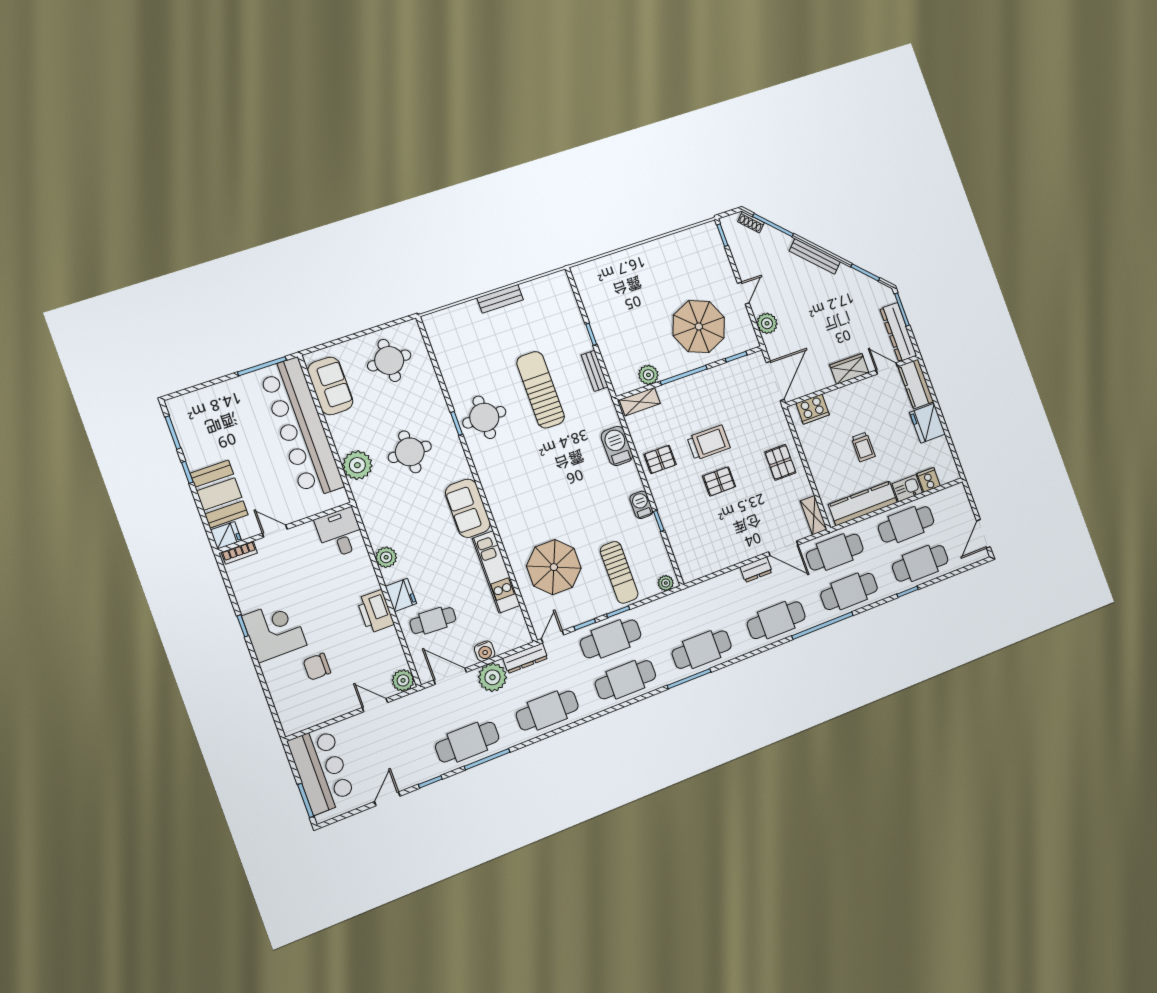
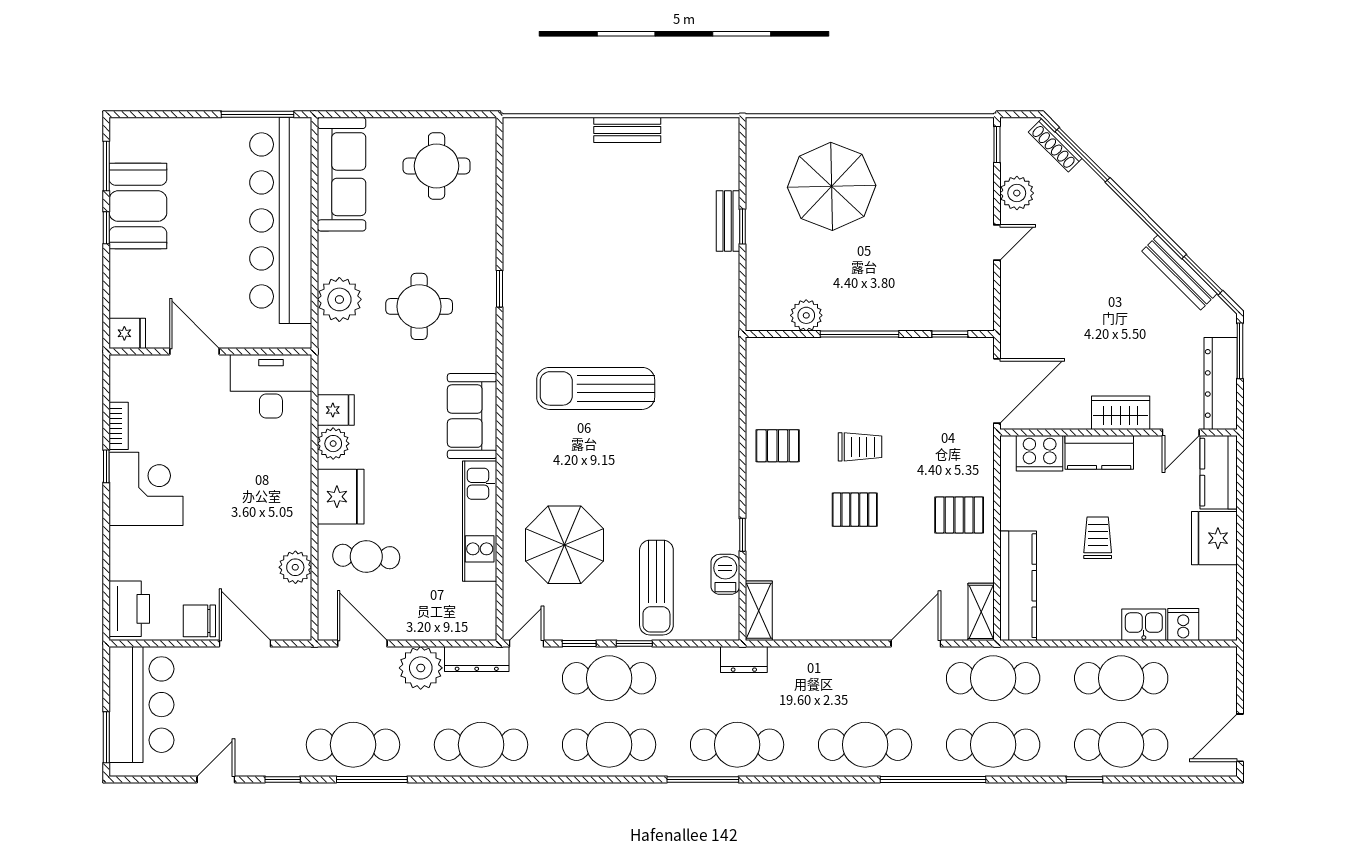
shoe rack: (751, 222) -> (1055, 145), width x1.43
bench: (815, 256) -> (1179, 272), moved
plant: (767, 323) -> (1017, 193), moved
parasol: (699, 326) -> (832, 186), moved
door: (887, 368) -> (1181, 432), swing flipped
bench: (595, 371) -> (728, 221), moved
sofa: (330, 386) -> (342, 174), width x1.36
sun lounger: (541, 390) -> (596, 388), moved, turned -90
kitchen counter: (846, 396) -> (1099, 452), added
shelving: (640, 402) -> (759, 611), moved, turned 90
round table: (484, 417) -> (542, 294), removed
trolley: (709, 443) -> (860, 447), width x0.73, depth x0.72
barbecue: (617, 446) -> (721, 403), removed
trolley: (863, 447) -> (1098, 538), turned 180
pallet: (780, 462) -> (959, 515), turned 90
booth: (219, 494) -> (138, 206), moved
kitchen counter: (863, 504) -> (1018, 586), moved, turned 90
barbecue: (641, 505) -> (725, 574), moved
door: (275, 531) -> (194, 351), width x1.38
desk: (340, 533) -> (271, 386), width x1.37
fridge: (380, 536) -> (336, 410), added
door: (783, 548) -> (916, 644), swing flipped
bookcase: (239, 553) -> (119, 426), moved, turned -90
dresser: (756, 570) -> (744, 659), moved
plant: (666, 583) -> (719, 628), removed
fridge: (401, 595) -> (341, 497), width x1.36, depth x1.34
printer: (375, 611) -> (129, 609), moved, turned 180
water cooler: (485, 651) -> (423, 627), removed
chair: (317, 667) -> (199, 621), moved
plant: (403, 680) -> (295, 567), moved
door: (375, 705) -> (245, 644), width x1.38

